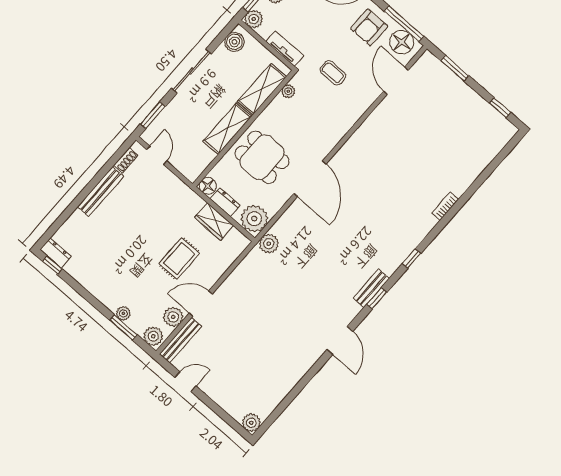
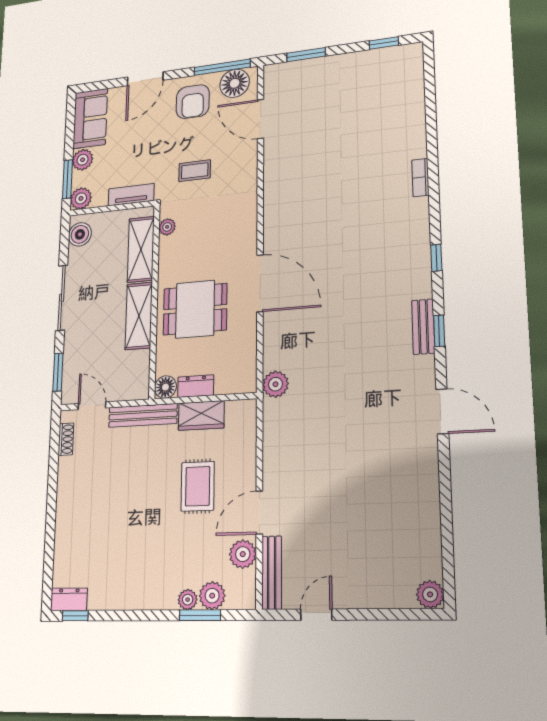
bench: (101, 192) -> (143, 415), moved, turned 90
plant: (254, 219) -> (239, 374), removed
plant: (153, 336) -> (212, 596), moved

